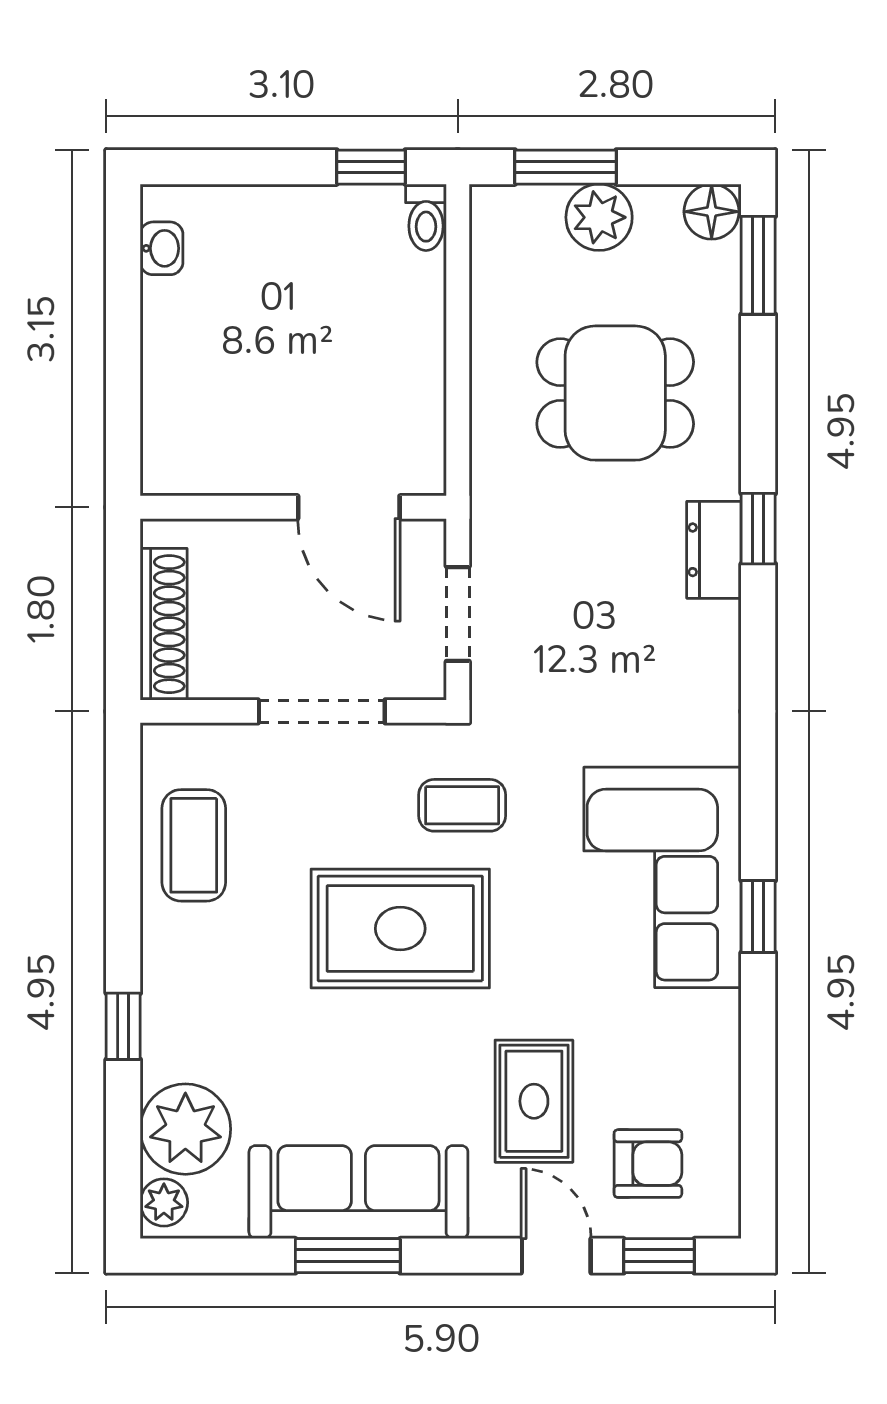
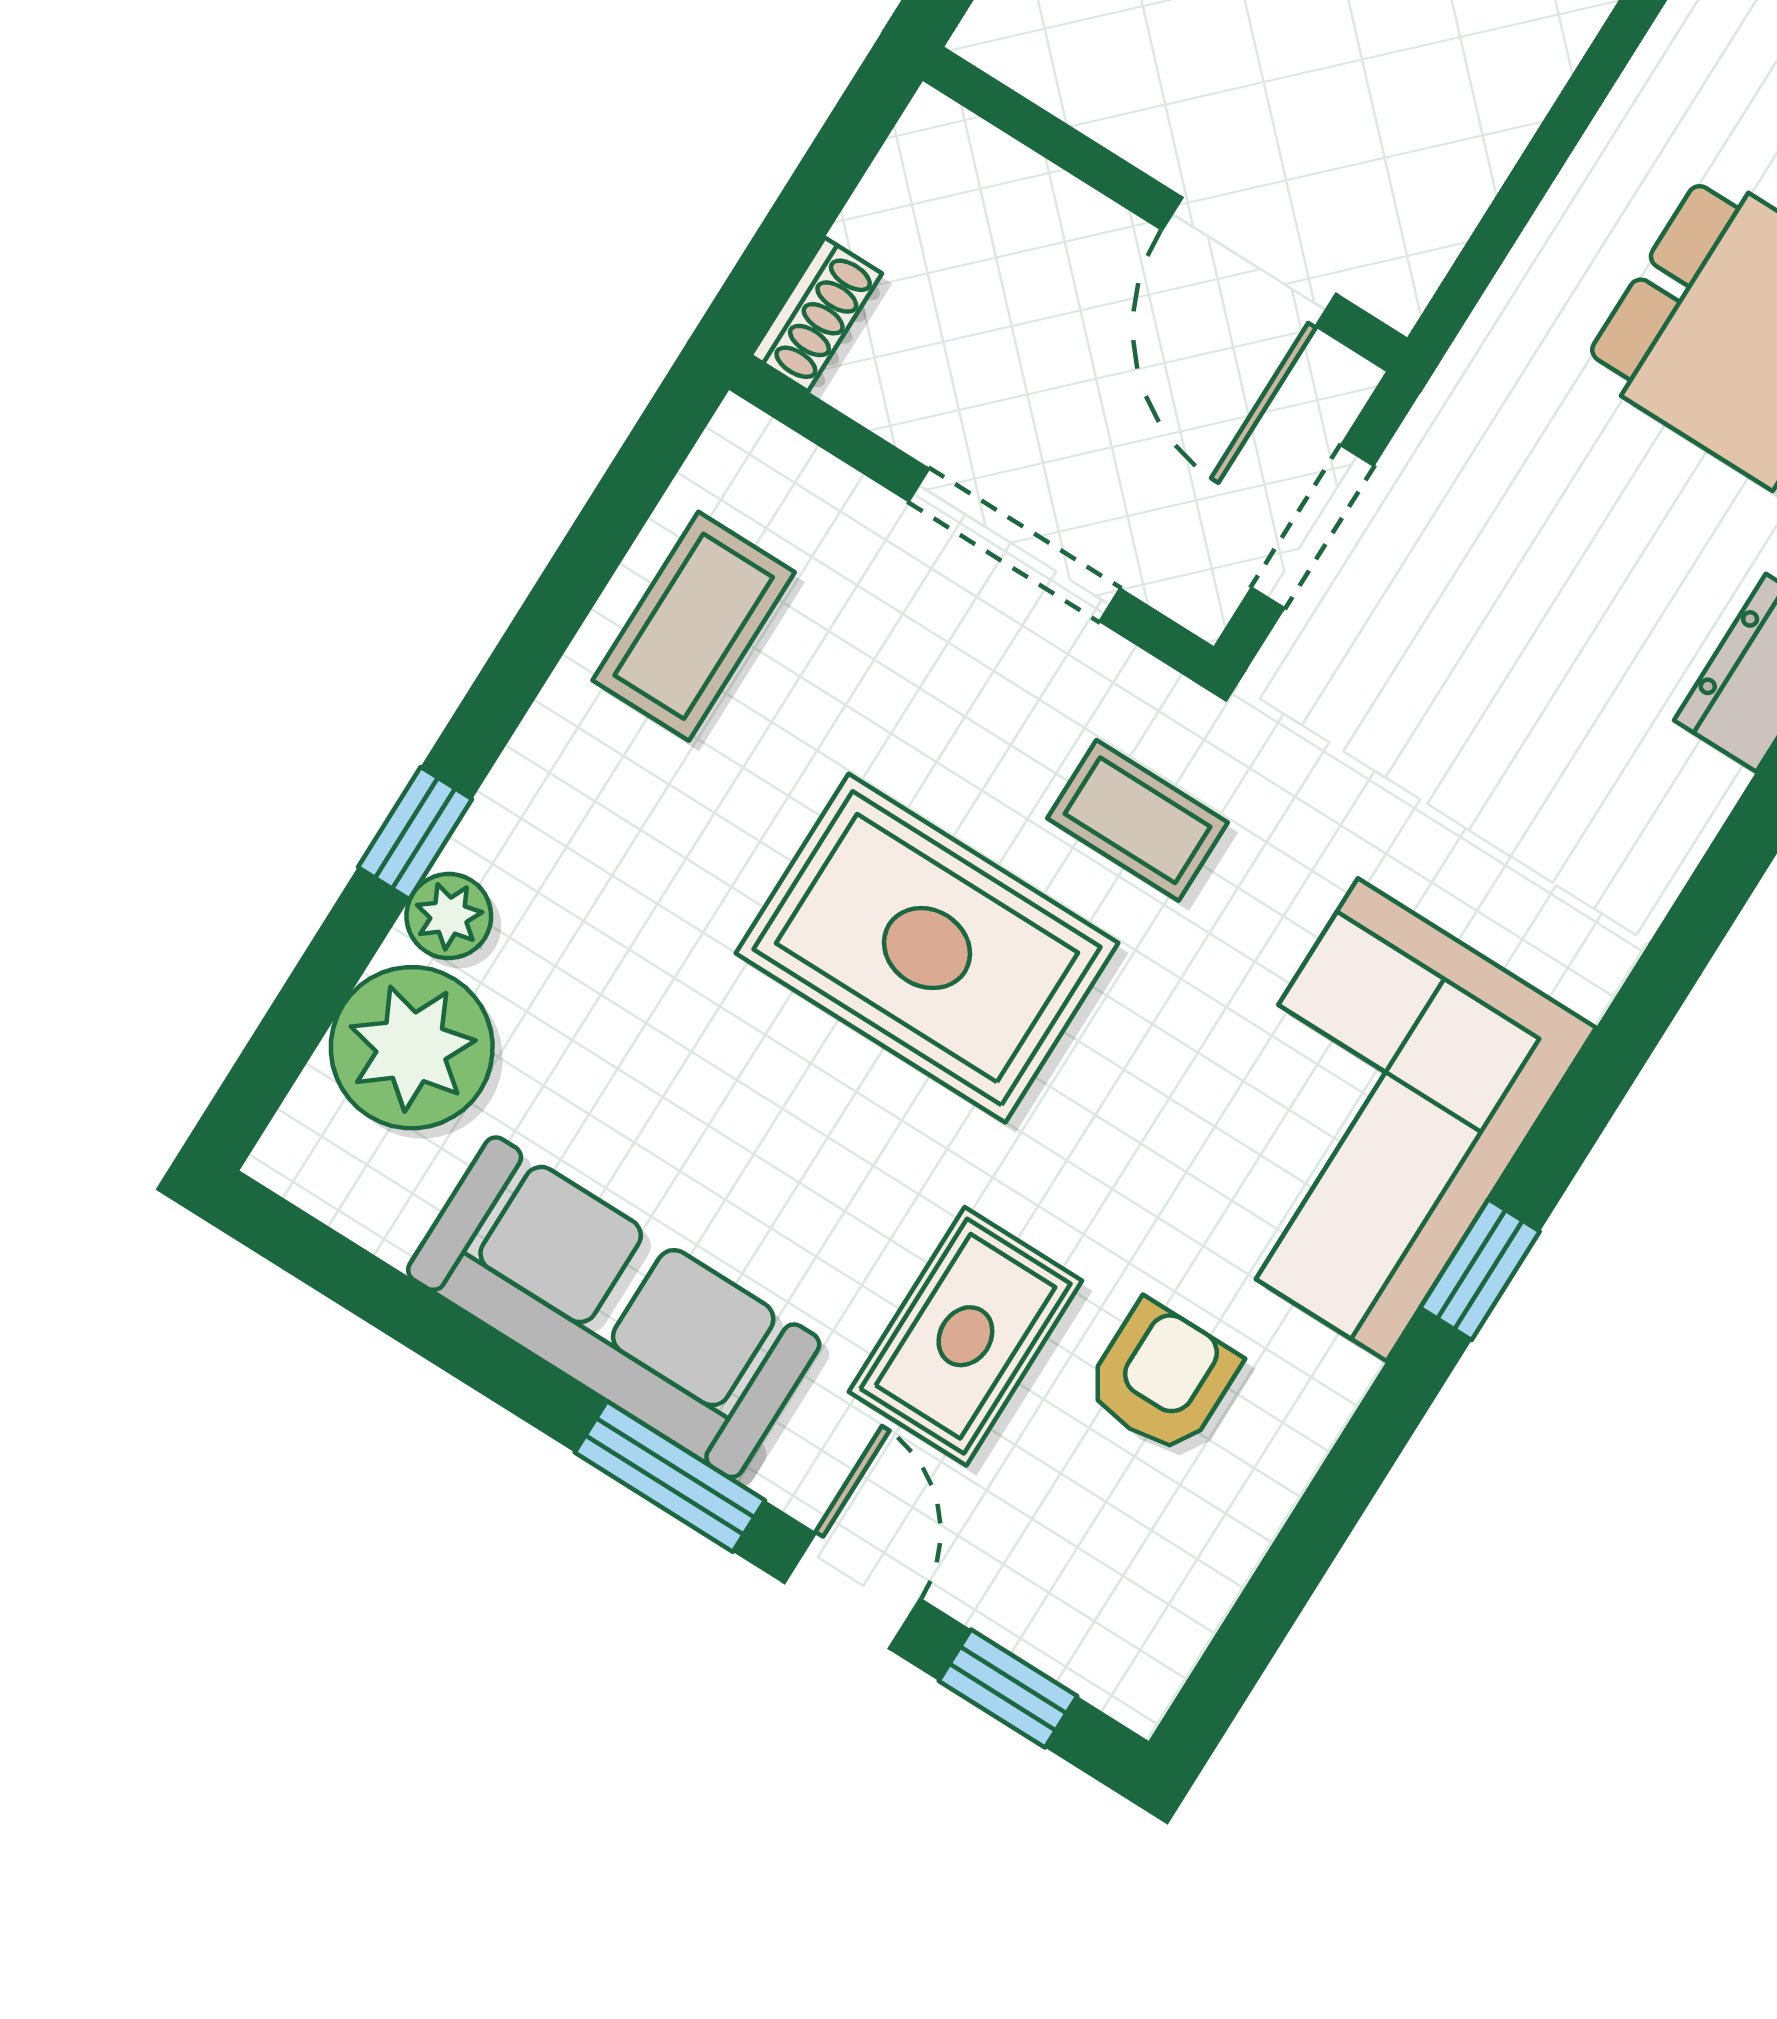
shoe rack: (164, 624) -> (816, 314), width x0.51, depth x0.81
armchair: (648, 1164) -> (1162, 1378), moved, turned -90
plant: (164, 1202) -> (449, 916), moved
window: (348, 1256) -> (670, 1476), moved

